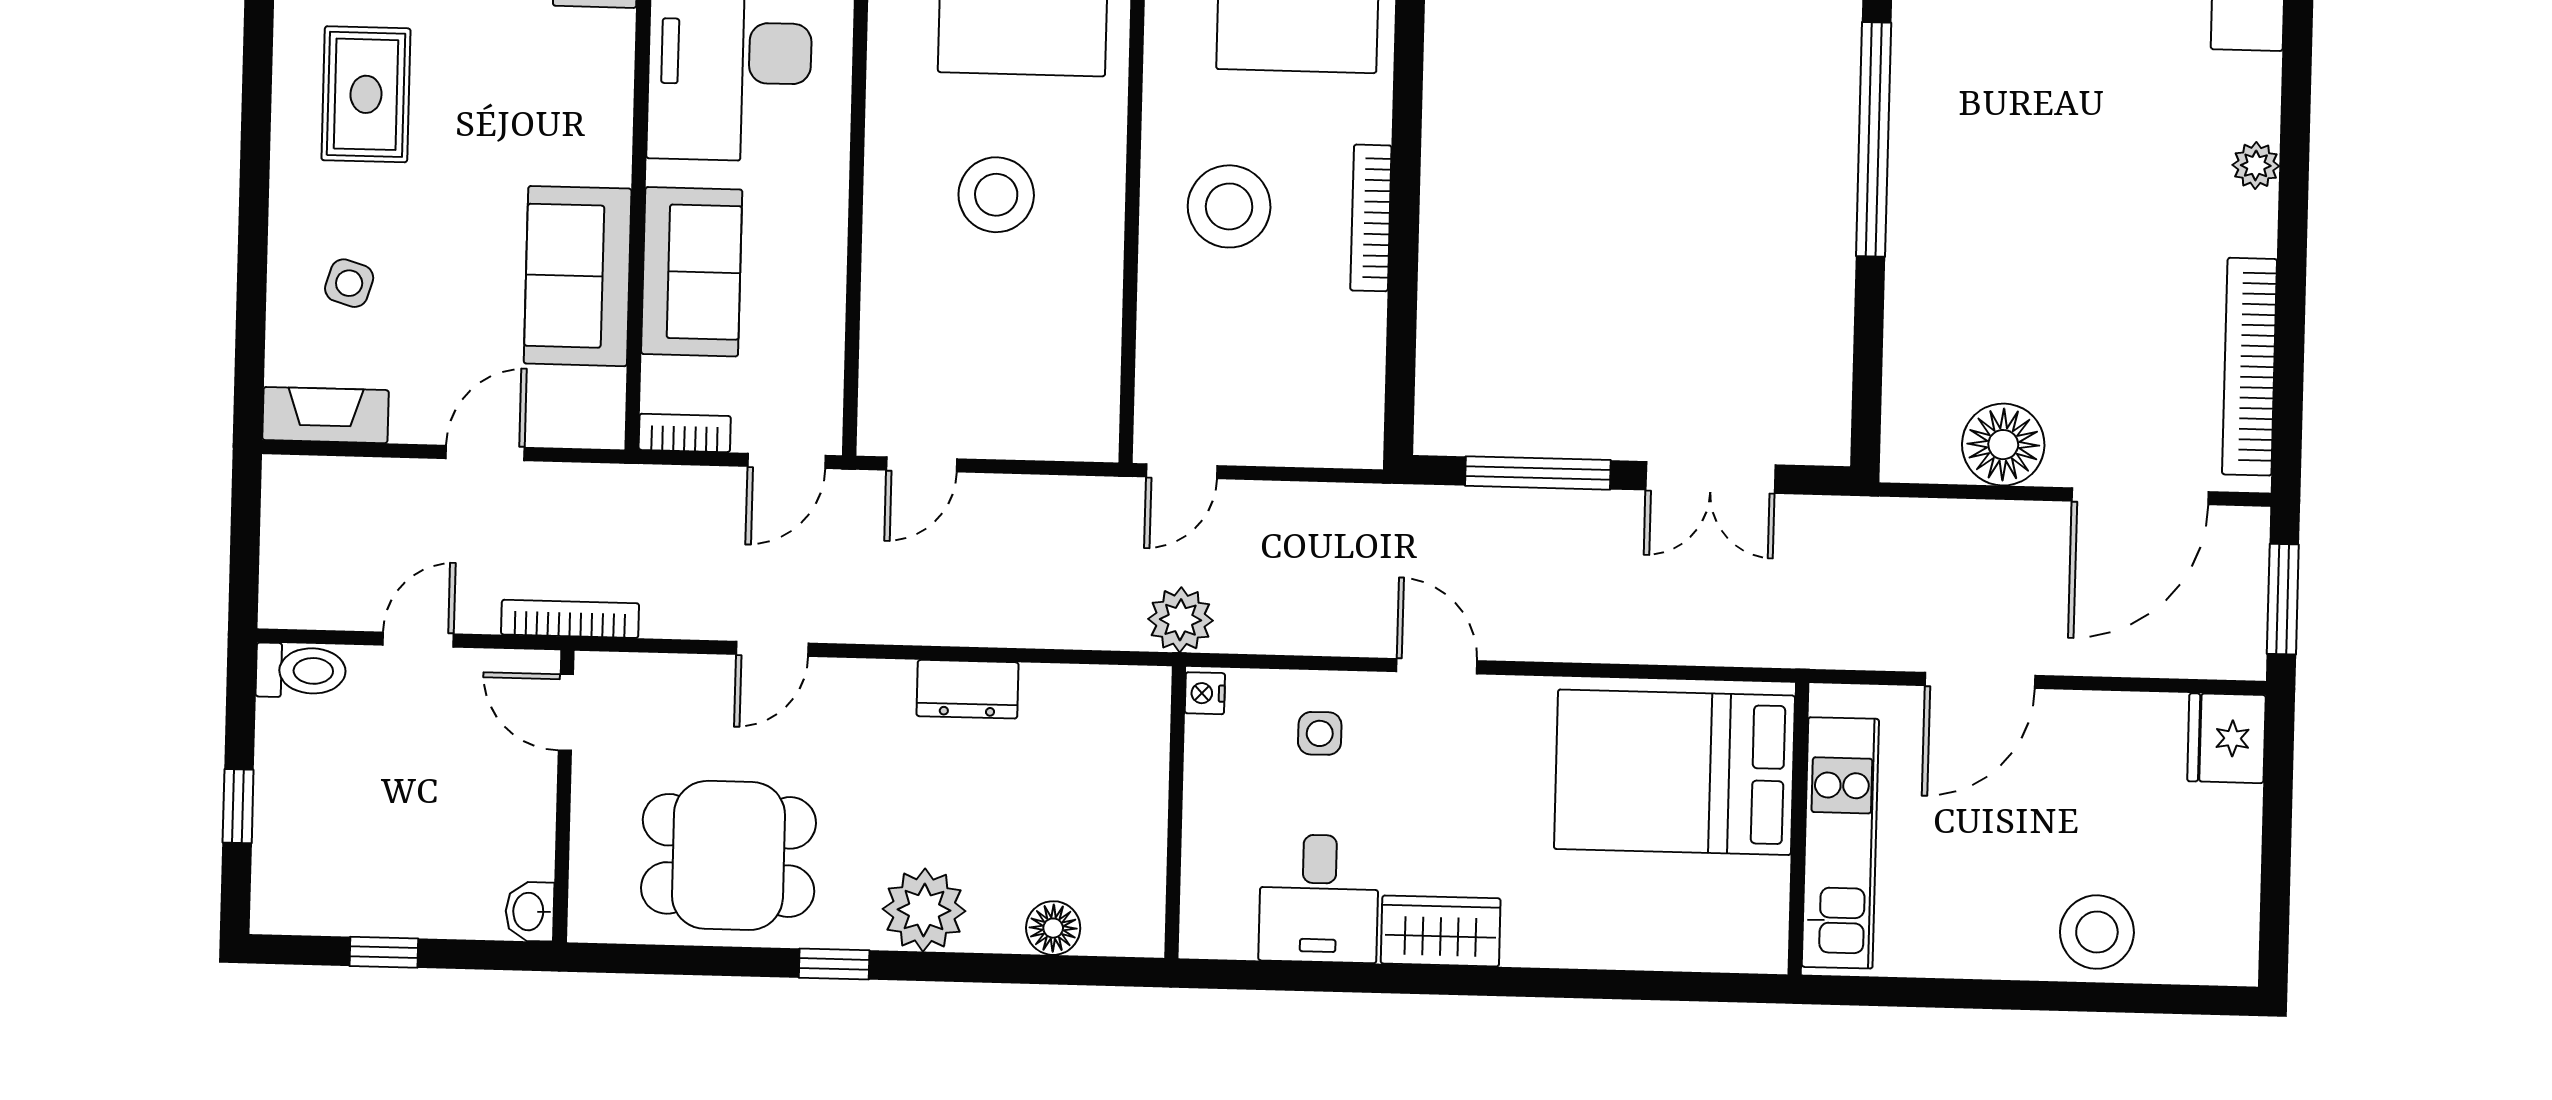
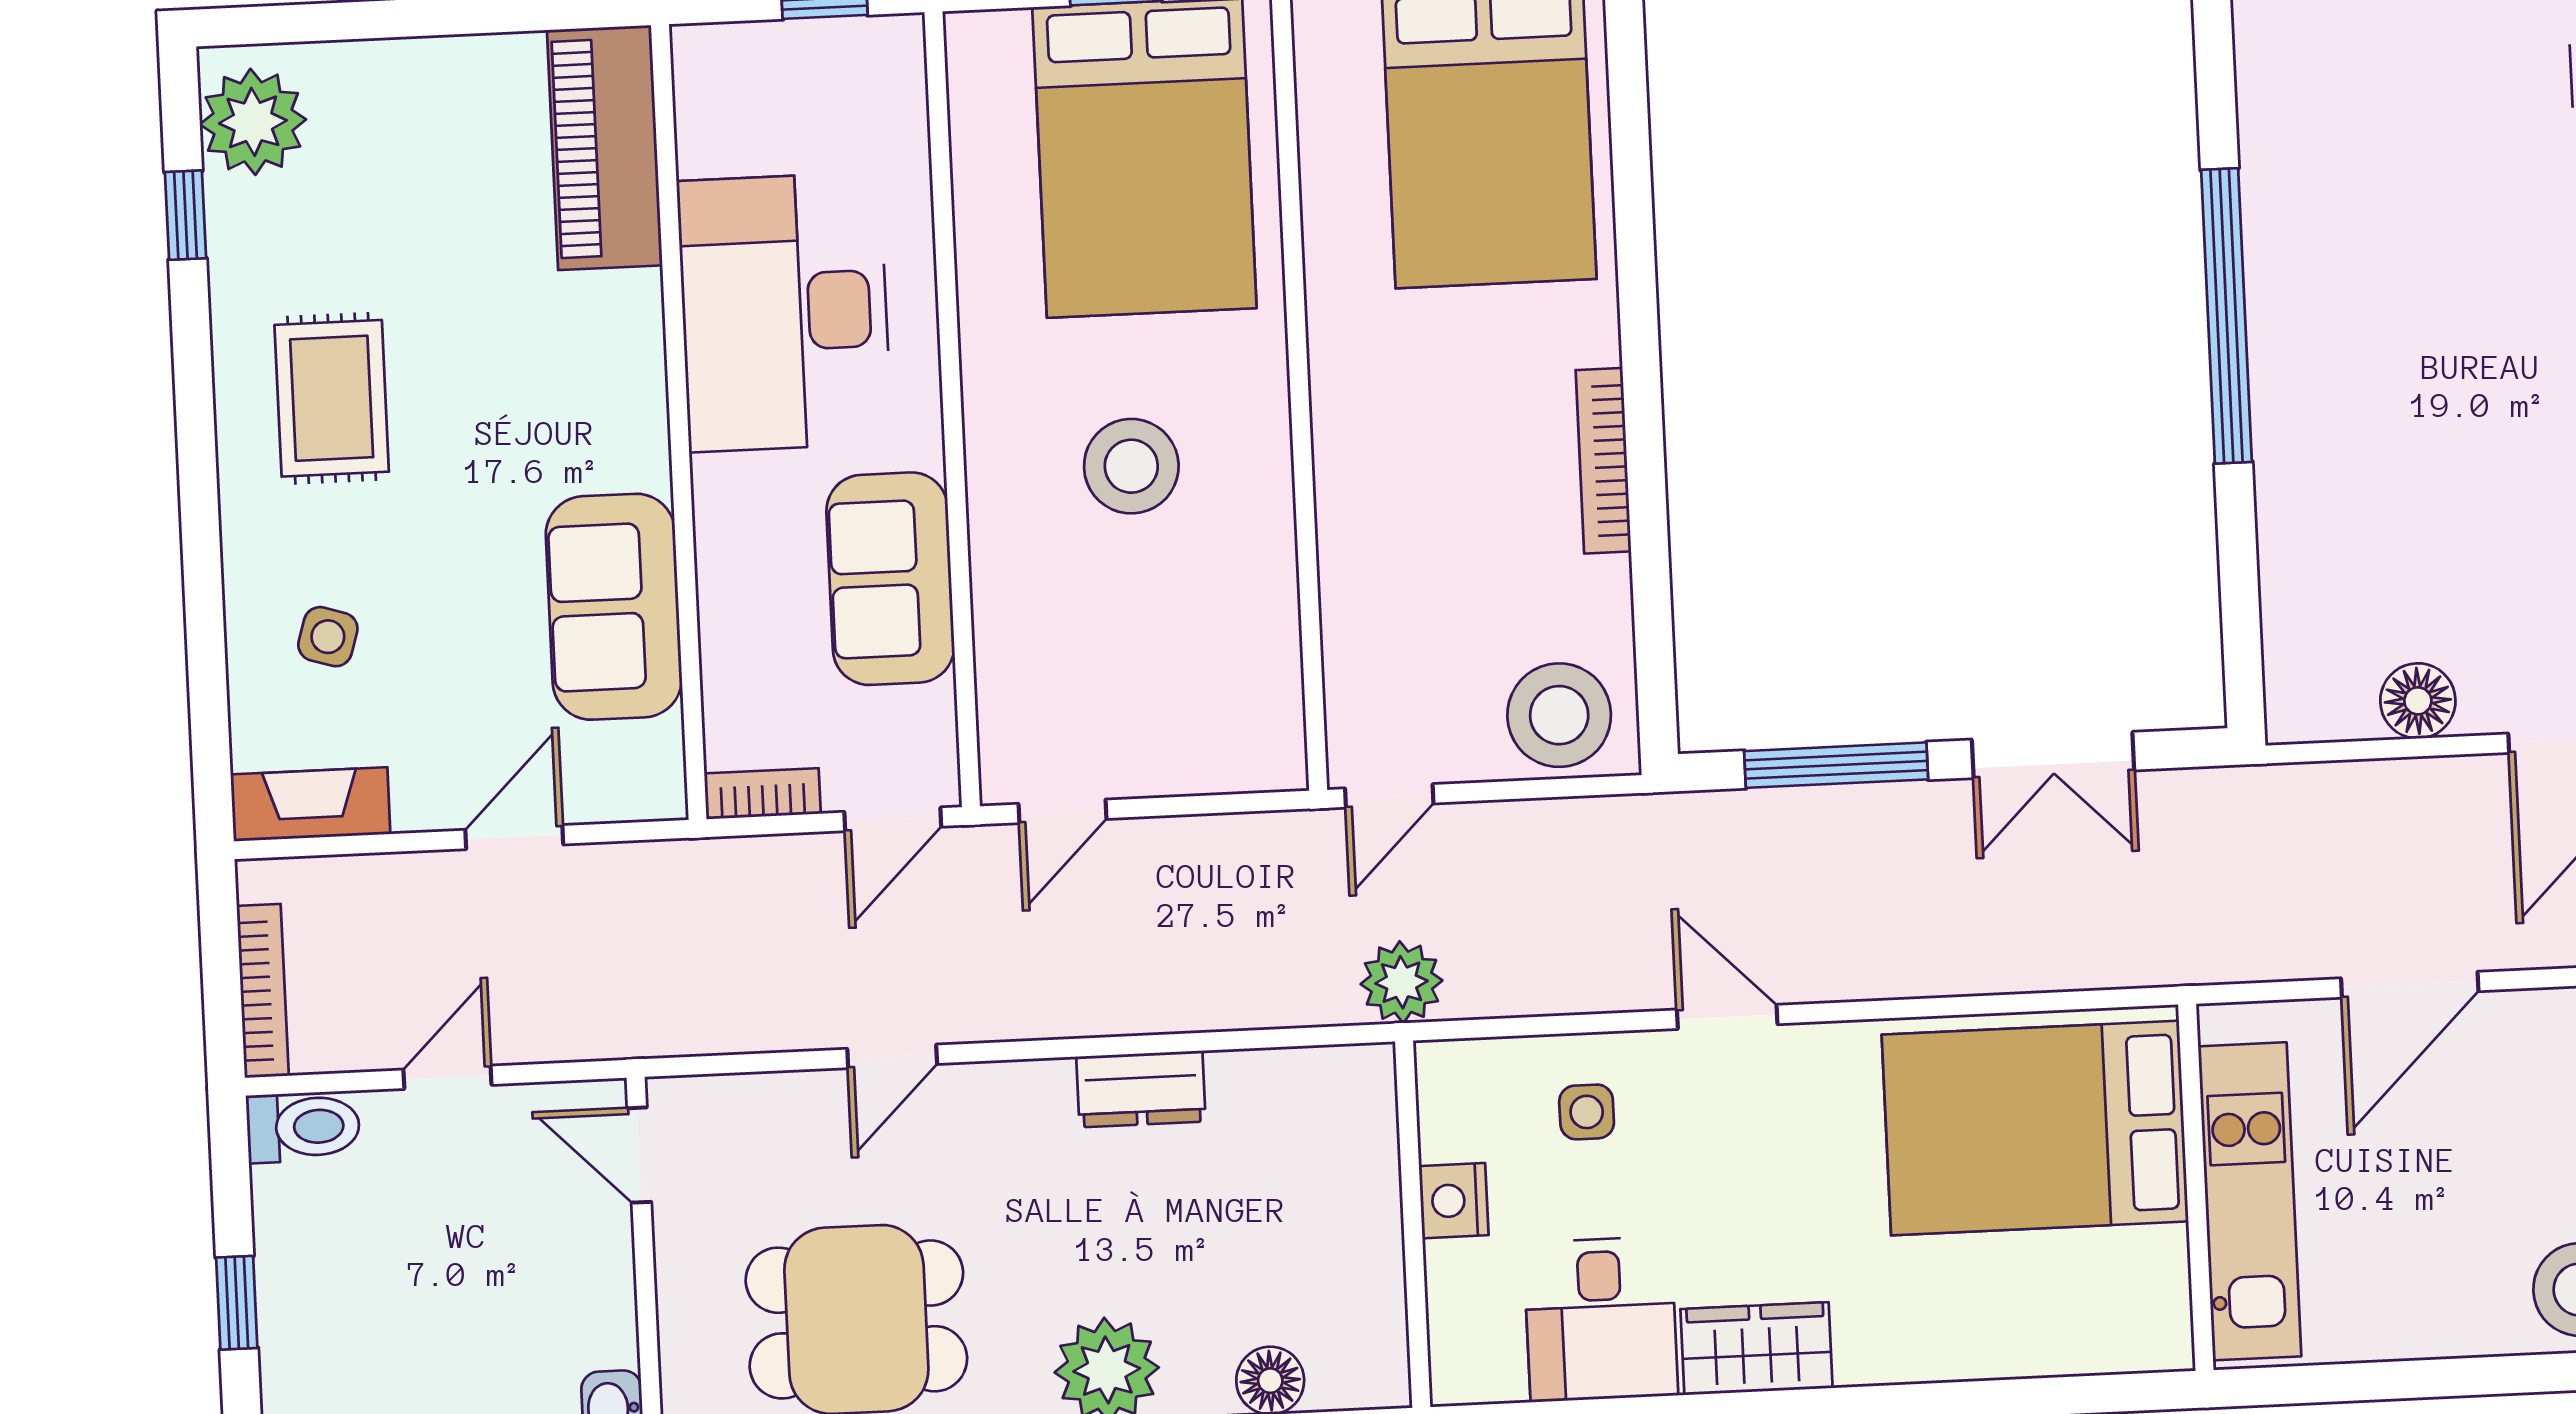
stool: (1229, 206) -> (1559, 715), moved
sofa: (692, 272) -> (890, 579), moved, turned 180
floor lamp: (2003, 445) -> (2418, 701), width x0.73, depth x0.73
bookcase: (570, 619) -> (263, 991), moved, turned 90
nightstand: (1205, 693) -> (1454, 1201), moved, width x1.39, depth x1.35

